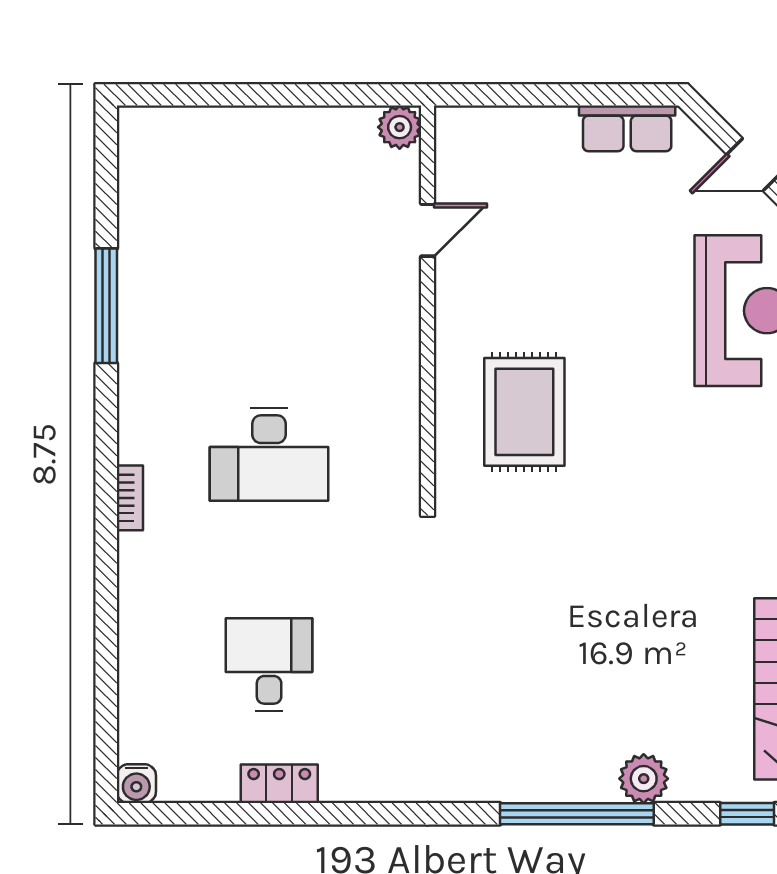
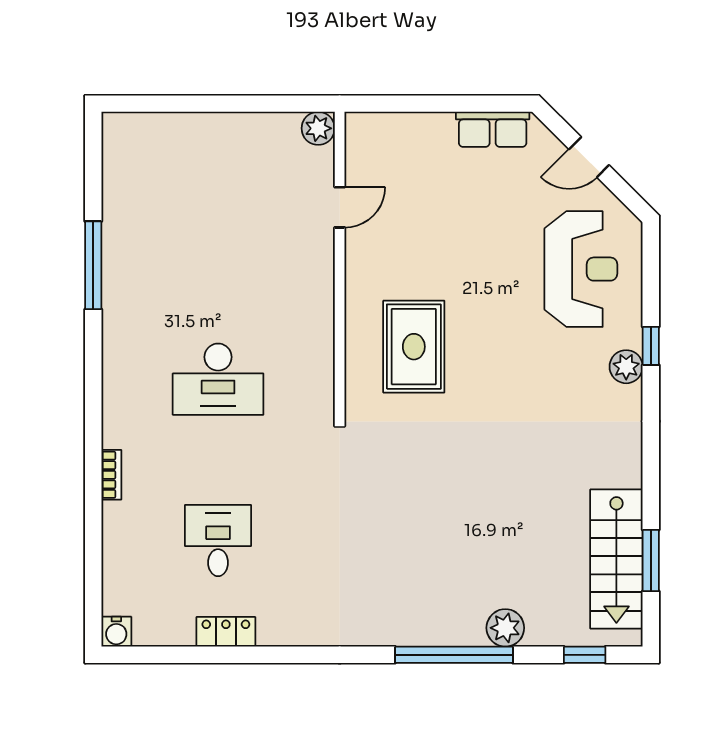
bookcase: (130, 498) -> (111, 475), moved

